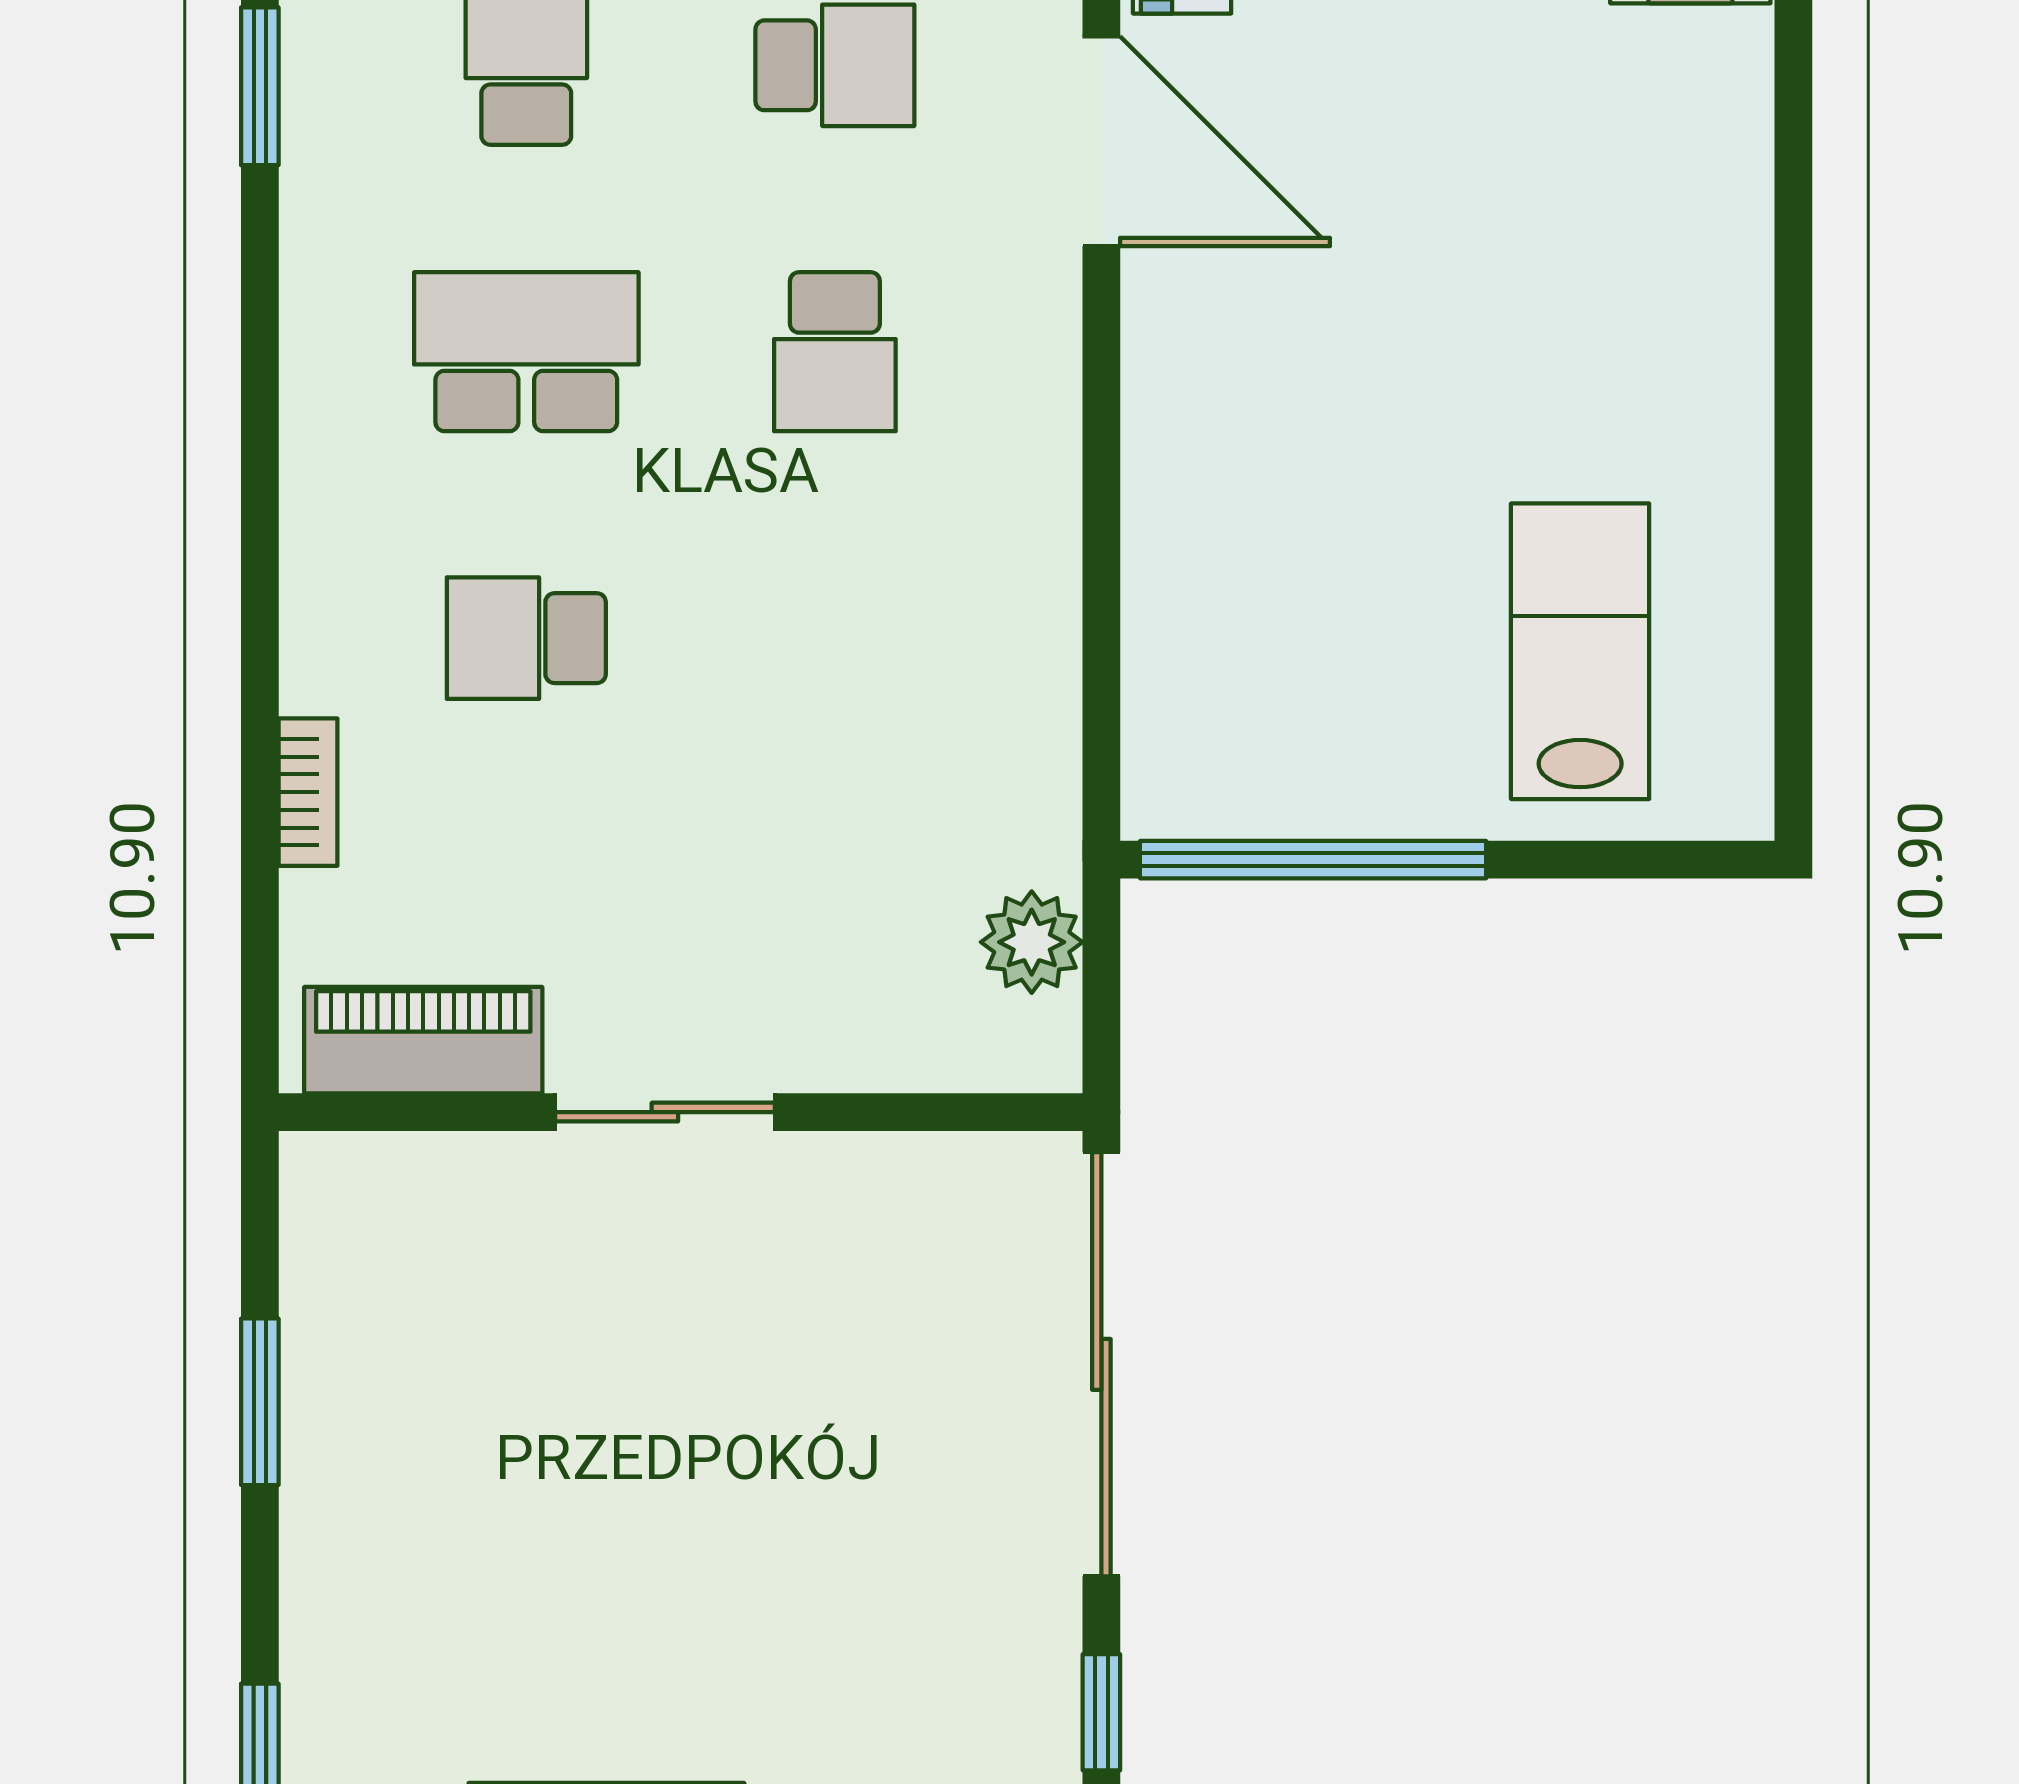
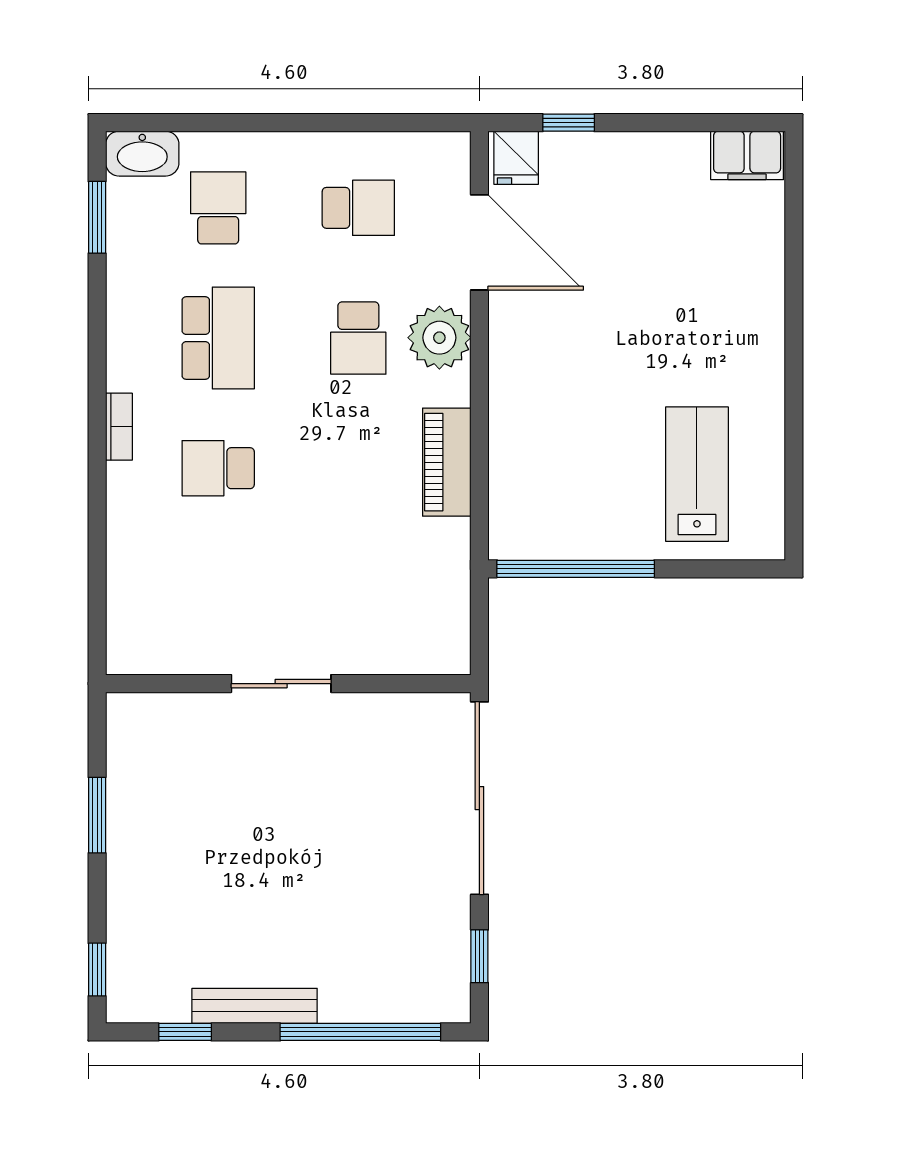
school desk: (526, 352) -> (218, 338), turned 90
bookcase: (308, 792) -> (119, 427), moved
plant: (1032, 942) -> (439, 338), moved, width x1.36, depth x1.36
piano: (423, 1040) -> (447, 462), moved, turned -90

